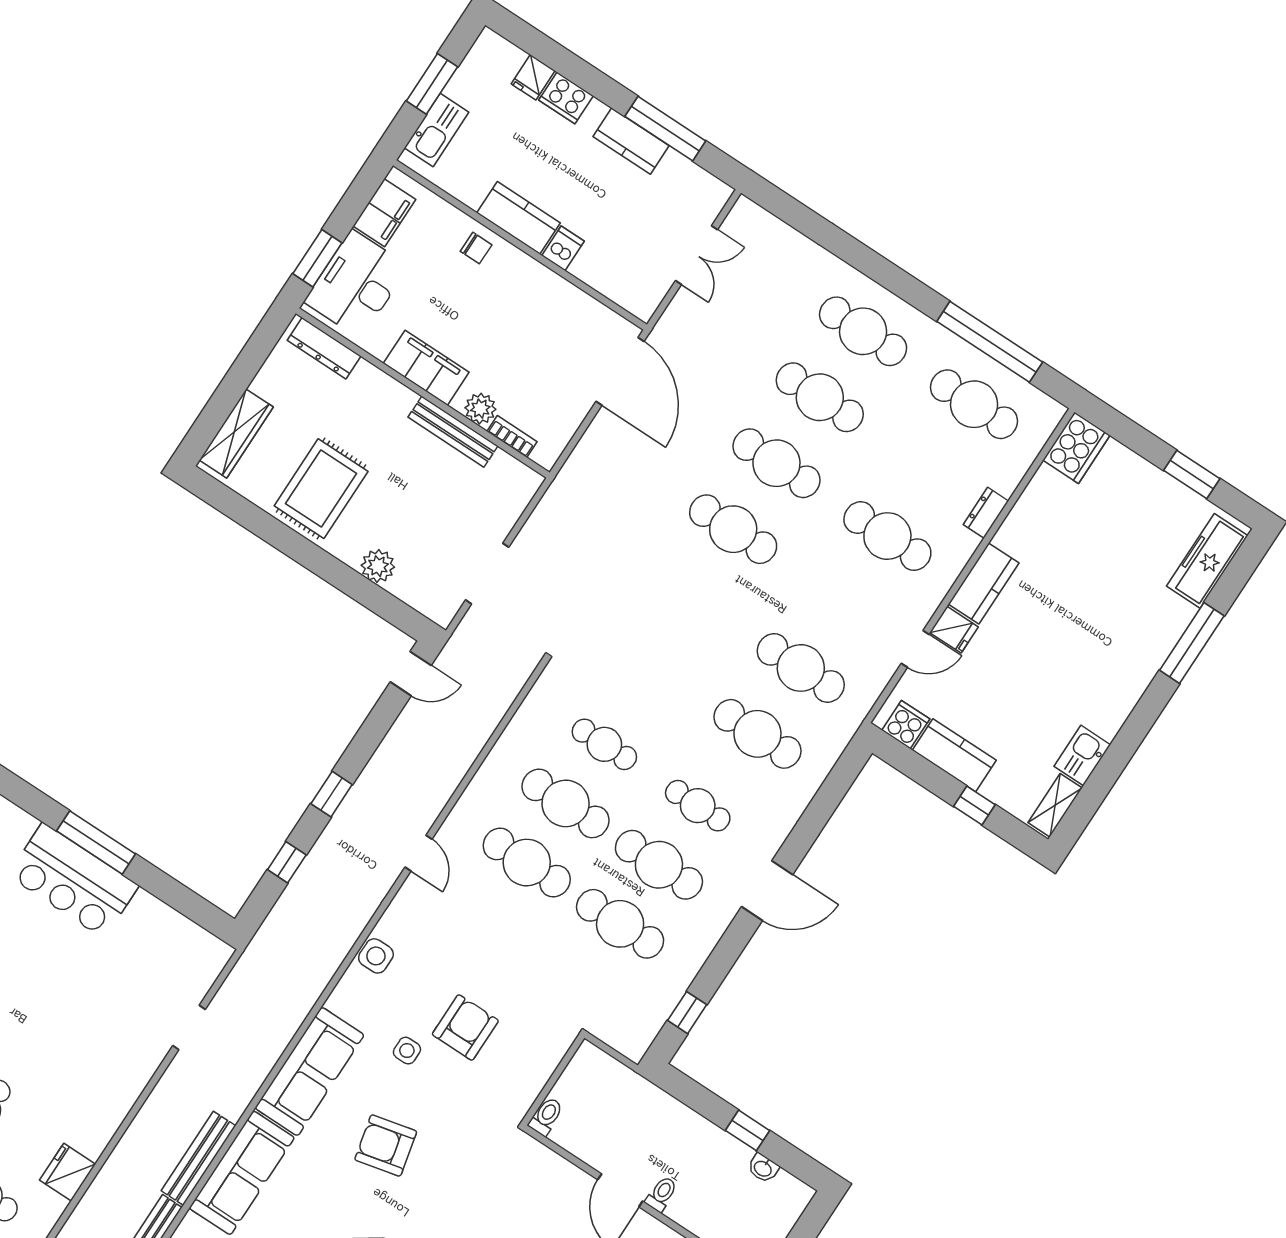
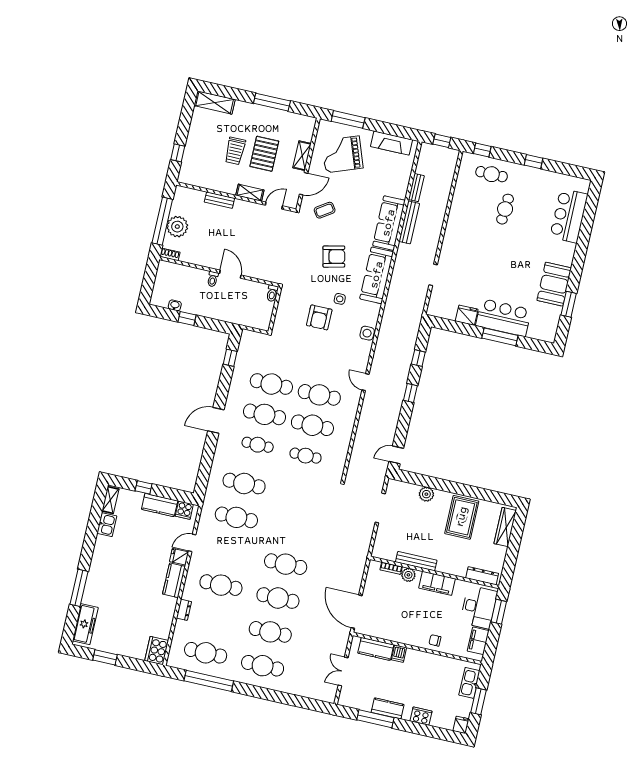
fridge: (533, 77) -> (461, 725), moved
kitchen counter: (519, 218) -> (376, 649), moved
fridge: (68, 1172) -> (467, 315), moved, turned -90

